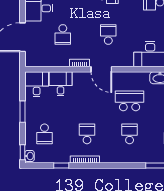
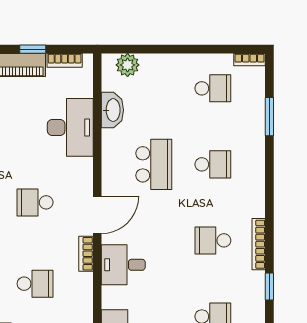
desk: (61, 84) -> (123, 265), moved
school desk: (130, 101) -> (154, 164), turned 180
school desk: (130, 134) -> (213, 164), turned 180

